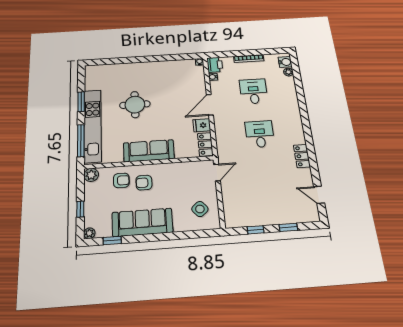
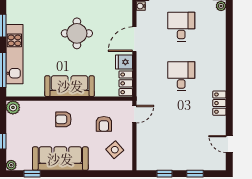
round table: (135, 105) -> (77, 33), moved
kitchen unit: (93, 126) -> (14, 54), width x0.73
armchair: (121, 180) -> (104, 124), moved, turned 90

